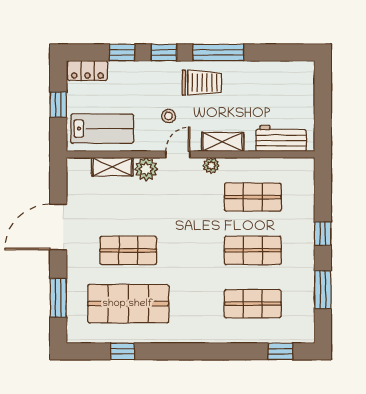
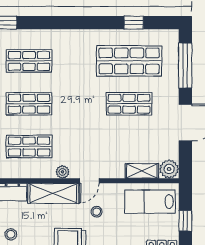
stool: (275, 88) -> (11, 234), added
shelving: (223, 142) -> (53, 193), width x1.50, depth x1.33
plant: (146, 169) -> (169, 169), moved
window: (58, 298) -> (185, 66), width x1.44

